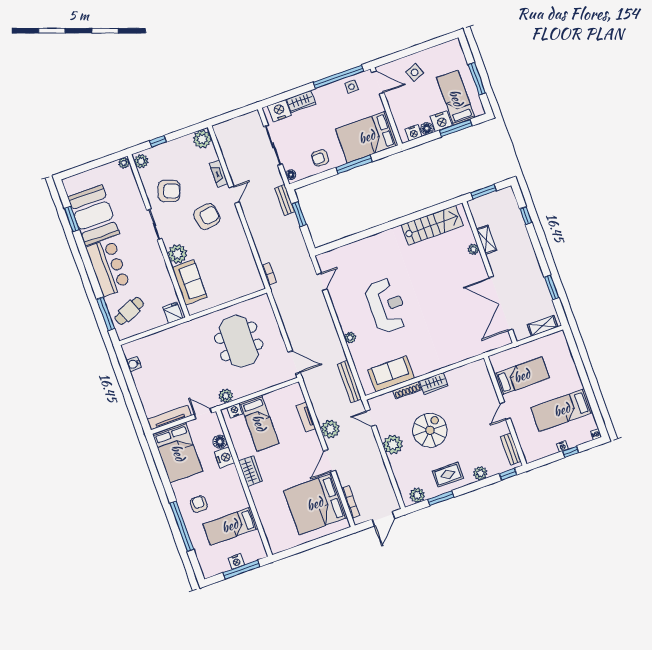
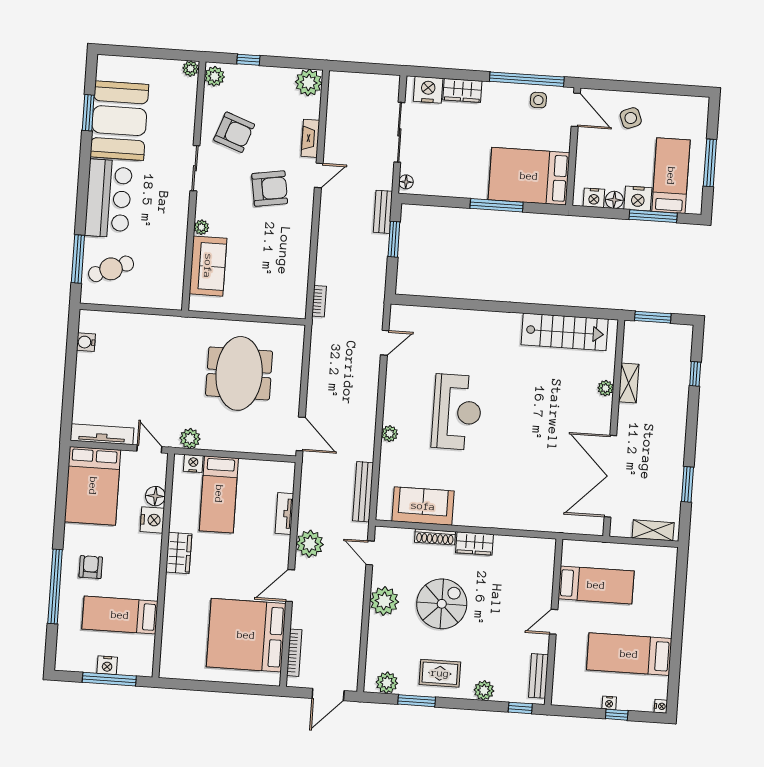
armchair: (320, 158) -> (455, 177), removed
plant: (177, 254) -> (201, 227), width x0.53, depth x0.53
fridge: (173, 313) -> (168, 297), removed

